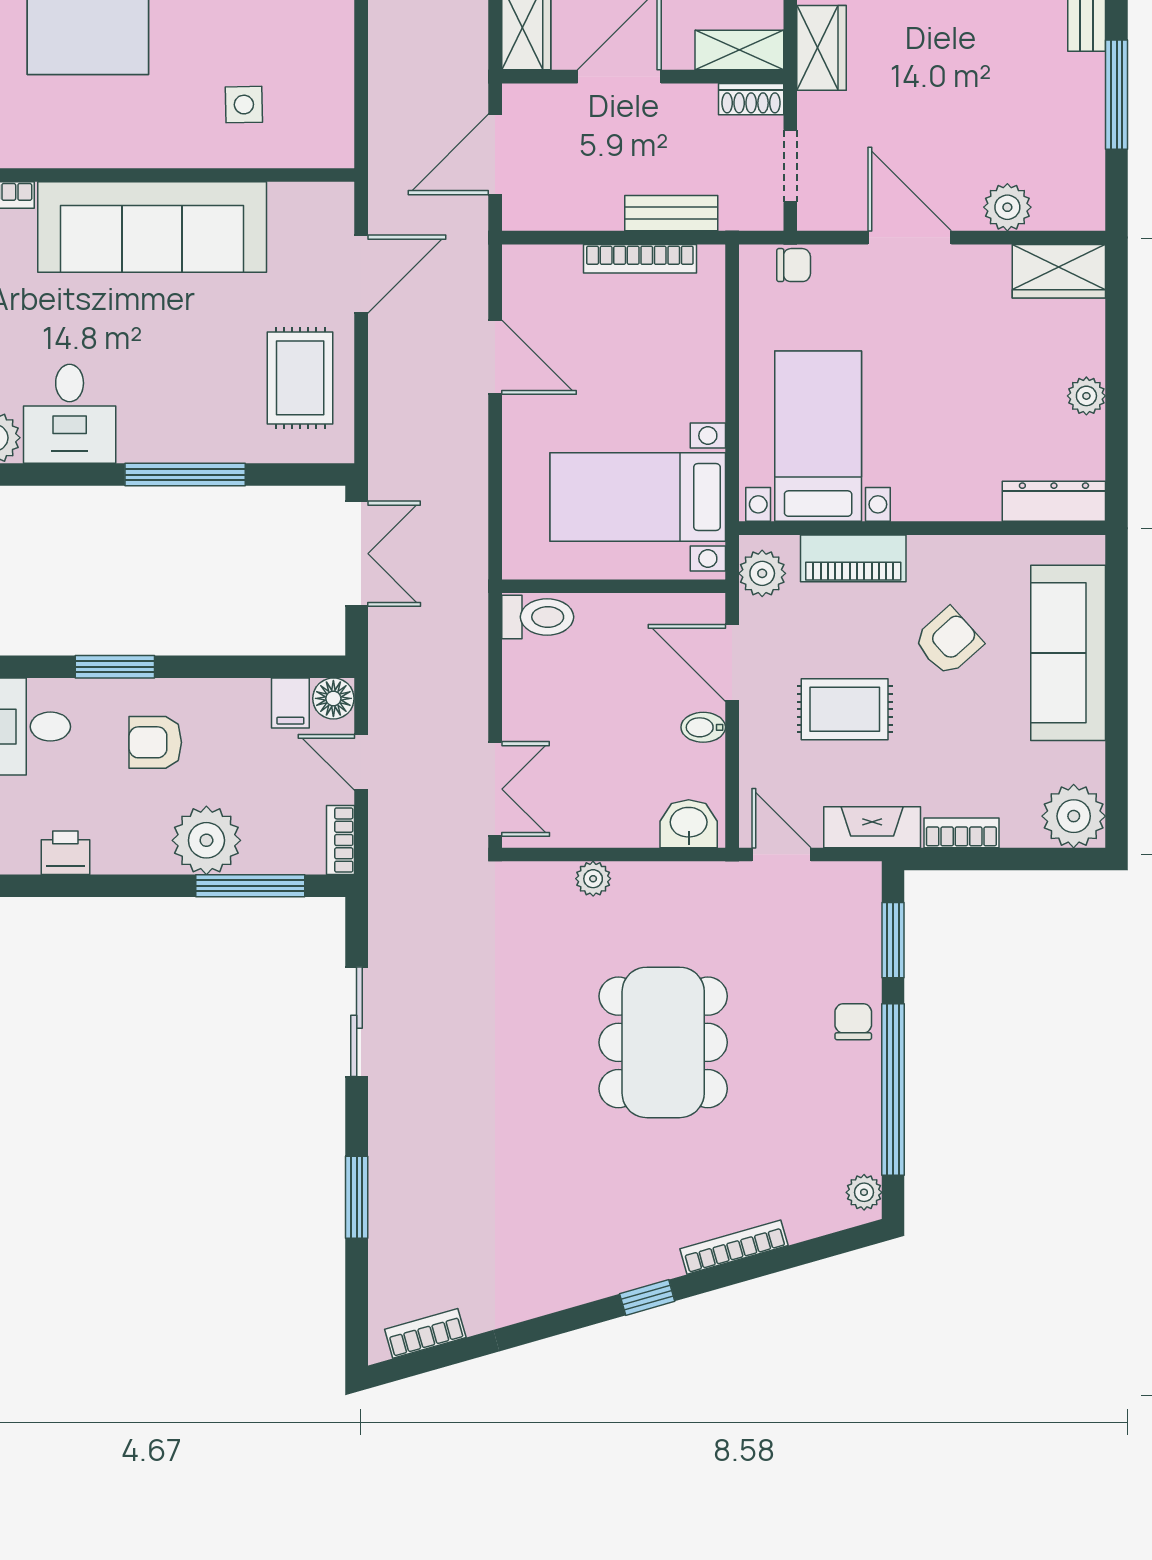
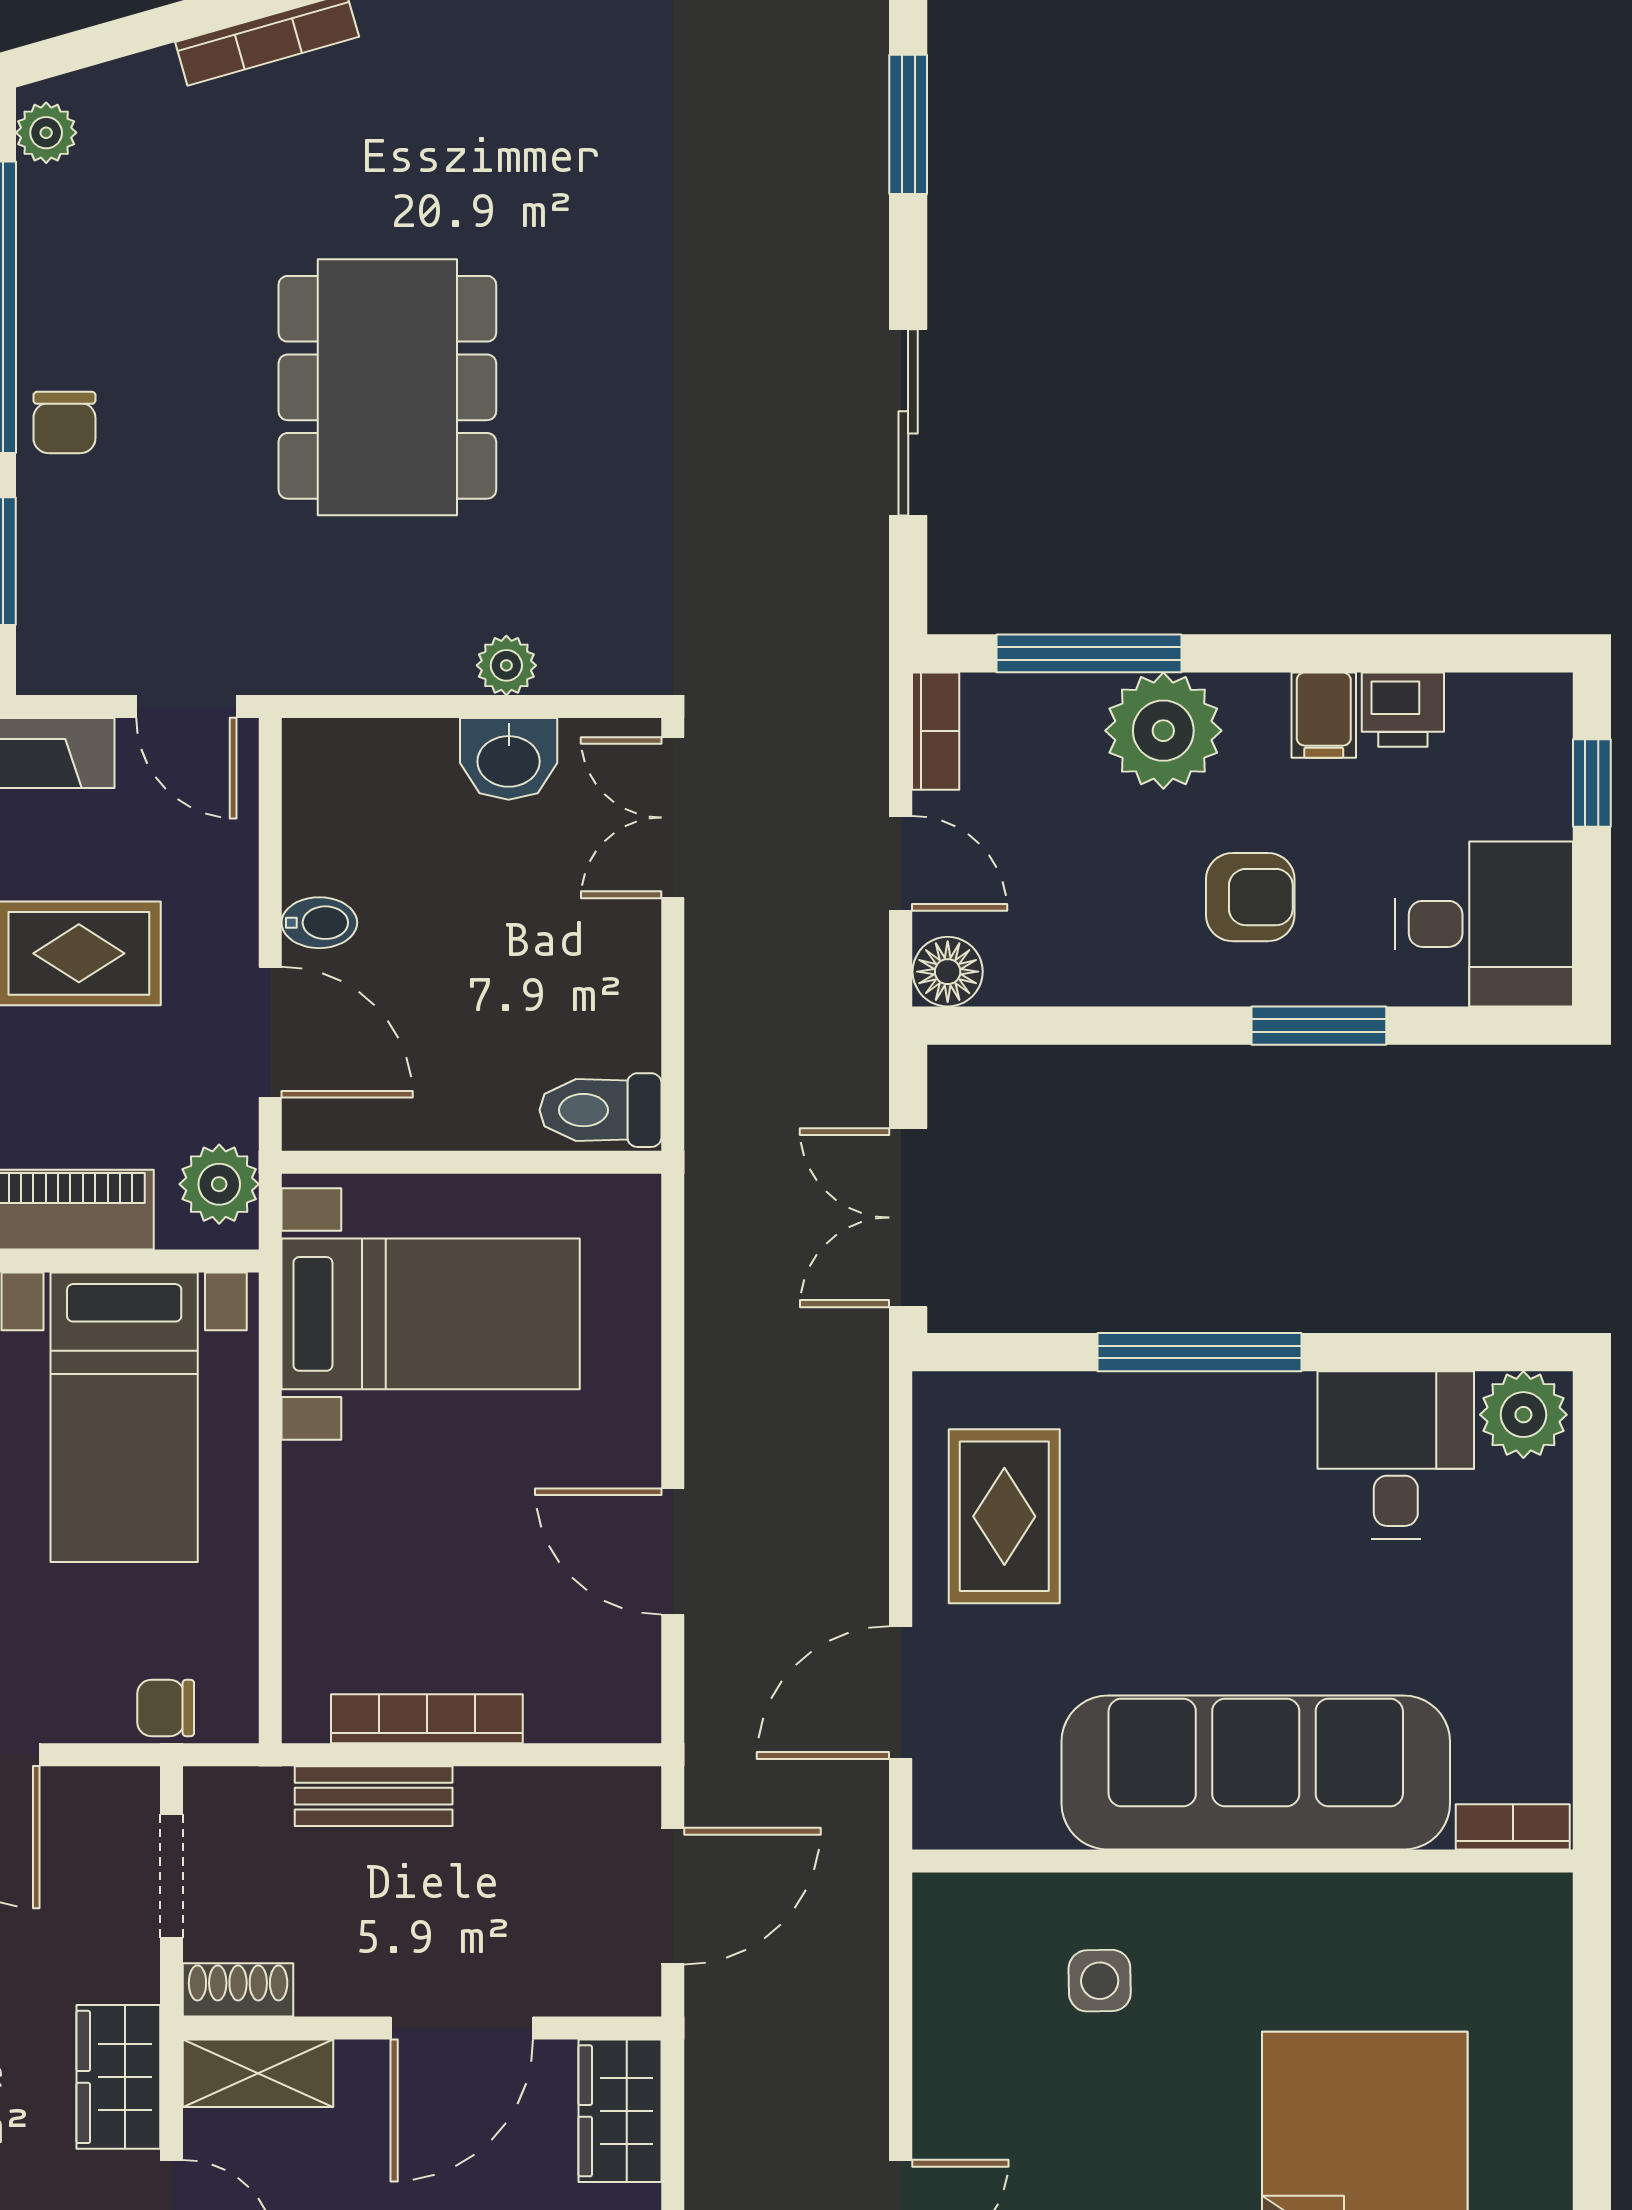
filing cabinet: (290, 703) -> (1324, 715), moved, turned 180
washbasin: (689, 824) -> (509, 759), moved

